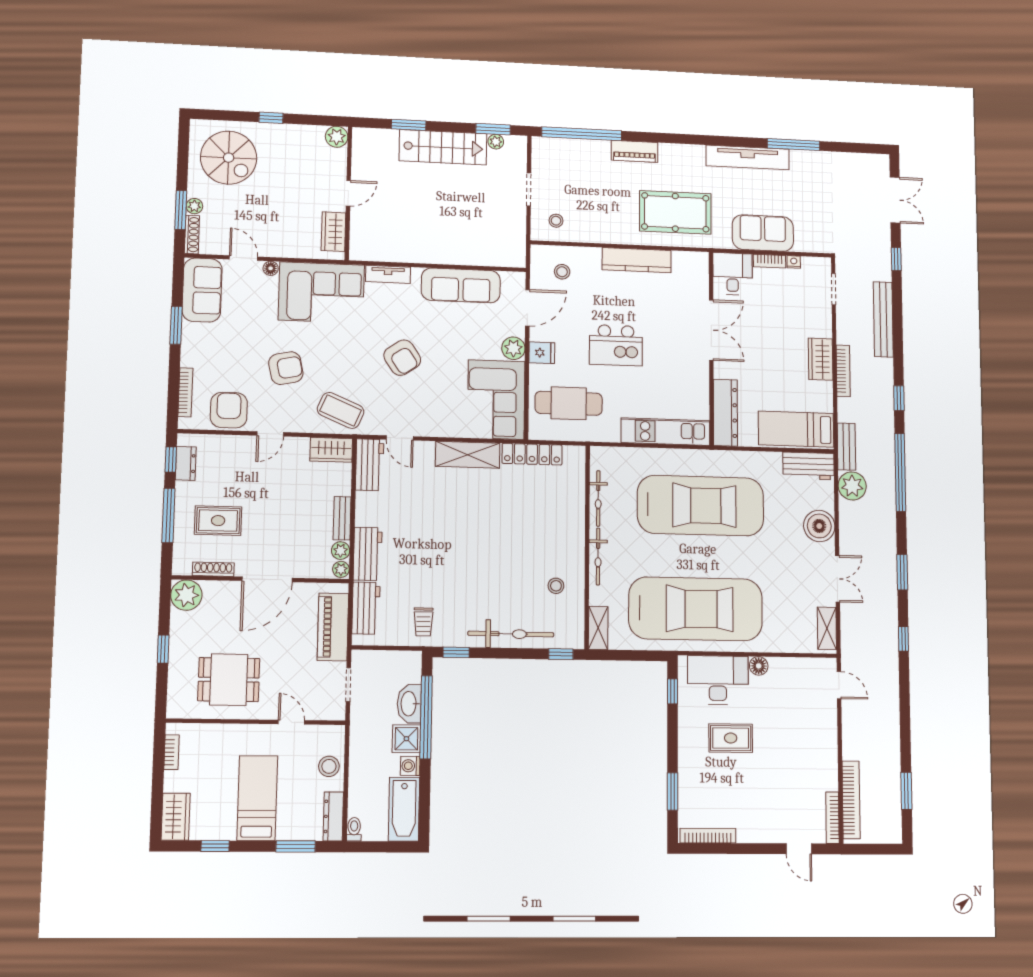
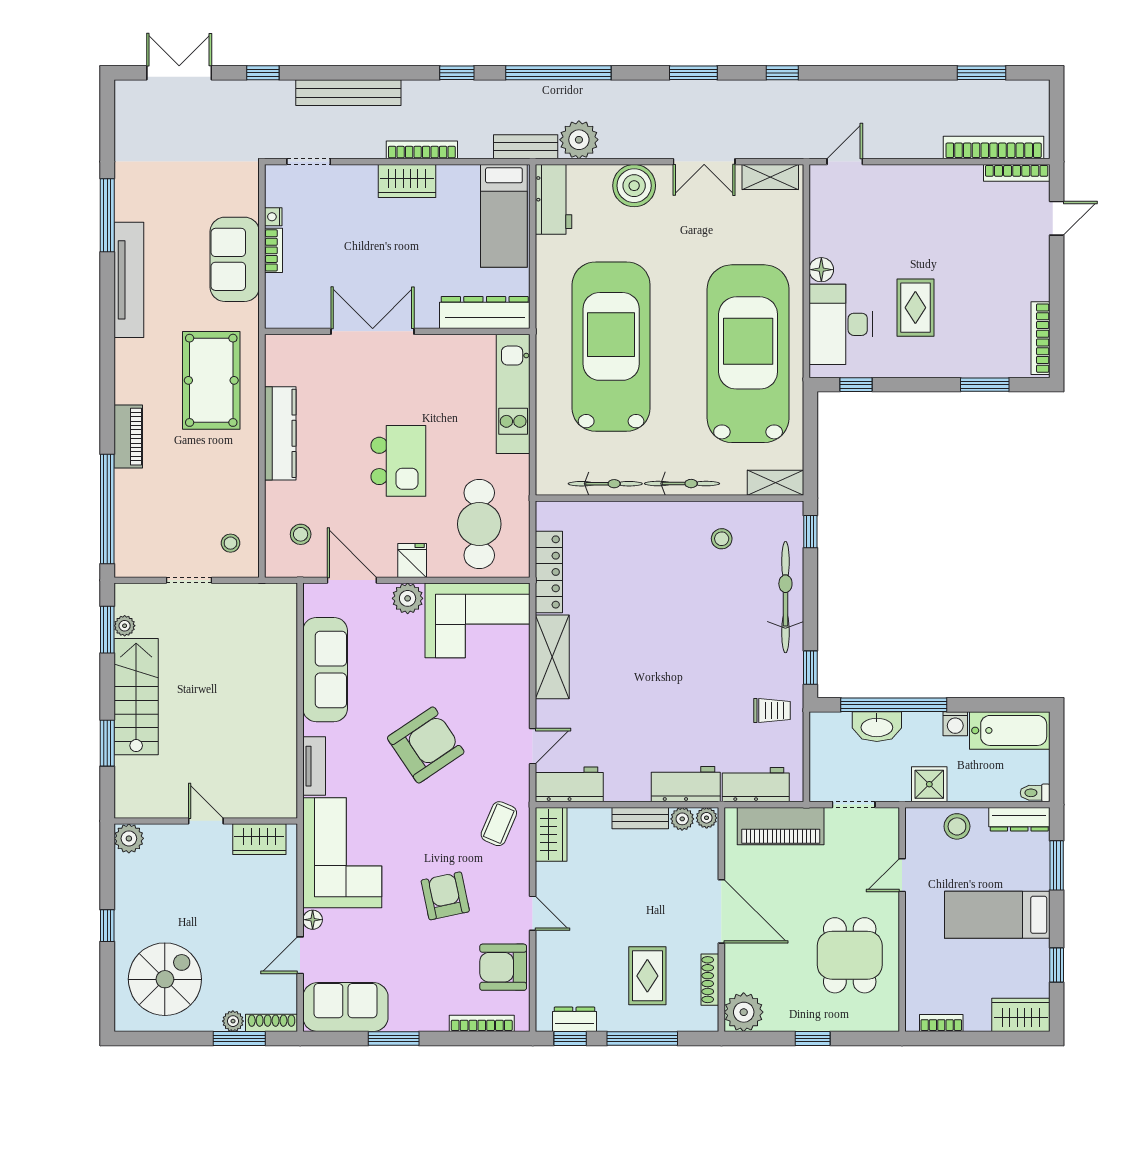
desk: (733, 274) -> (294, 302), removed
armchair: (402, 358) -> (426, 745), width x1.36, depth x1.36
coffee table: (341, 410) -> (499, 824), width x0.73, depth x0.77
double door: (838, 579) -> (704, 162), swing flipped
shower: (406, 739) -> (929, 784), moved

